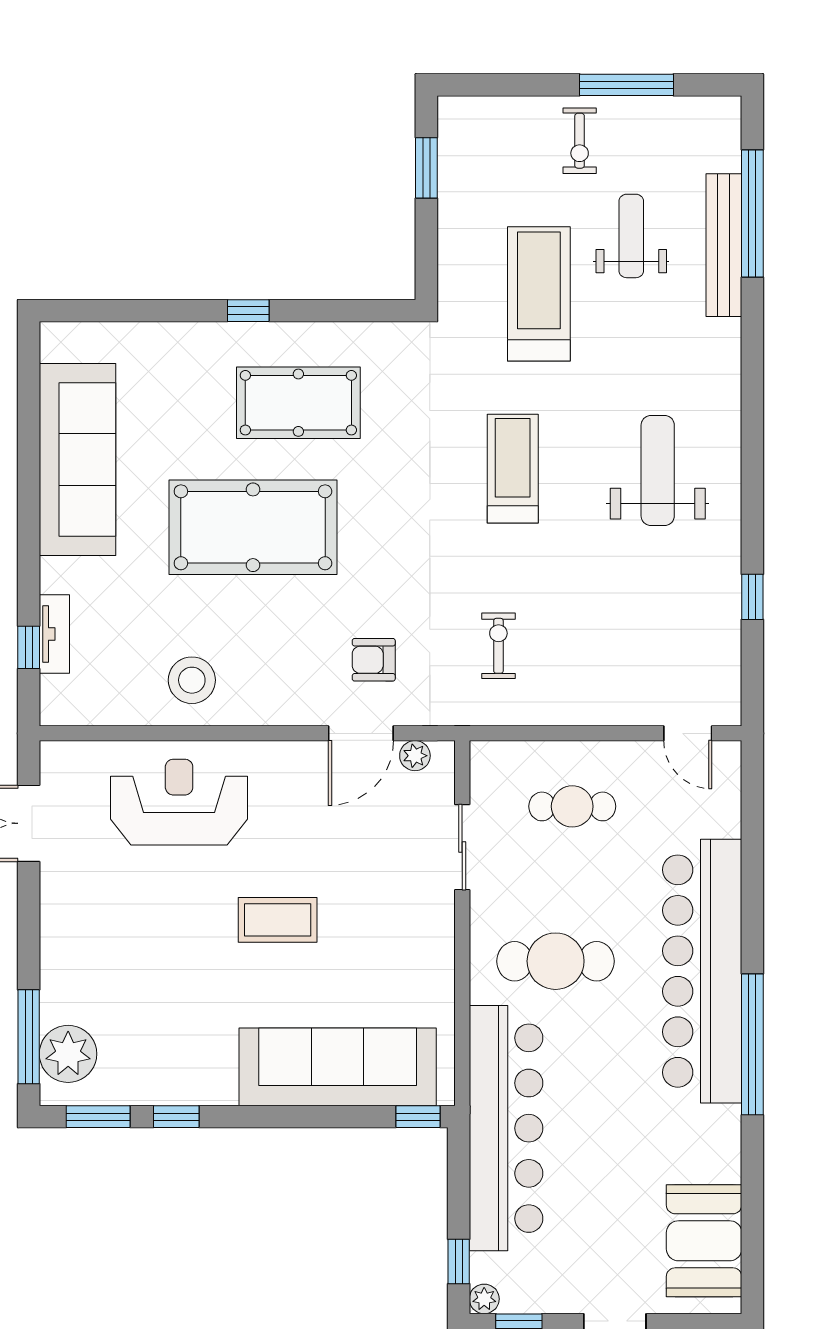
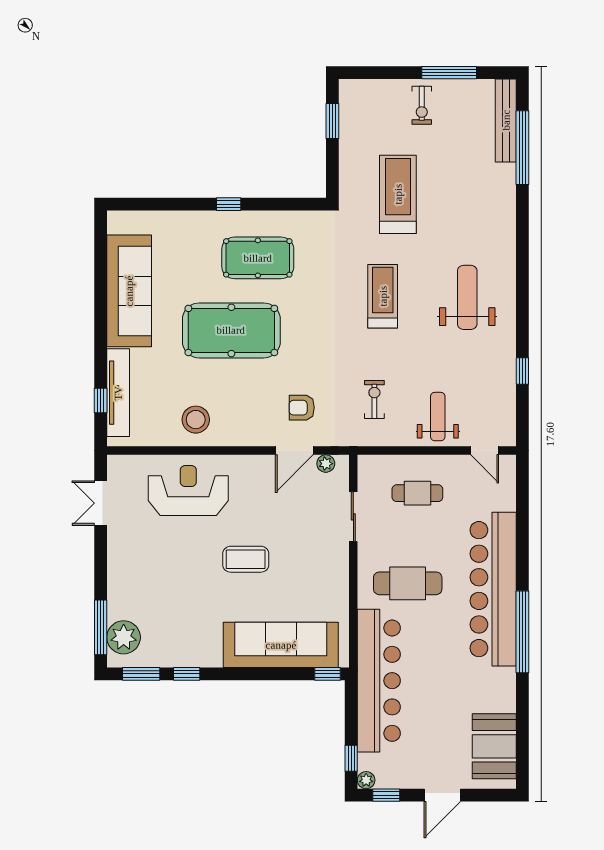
weight bench: (631, 236) -> (438, 417), moved
bench: (724, 245) -> (506, 120), moved
tv unit: (54, 634) -> (118, 393), width x1.92, depth x1.29

